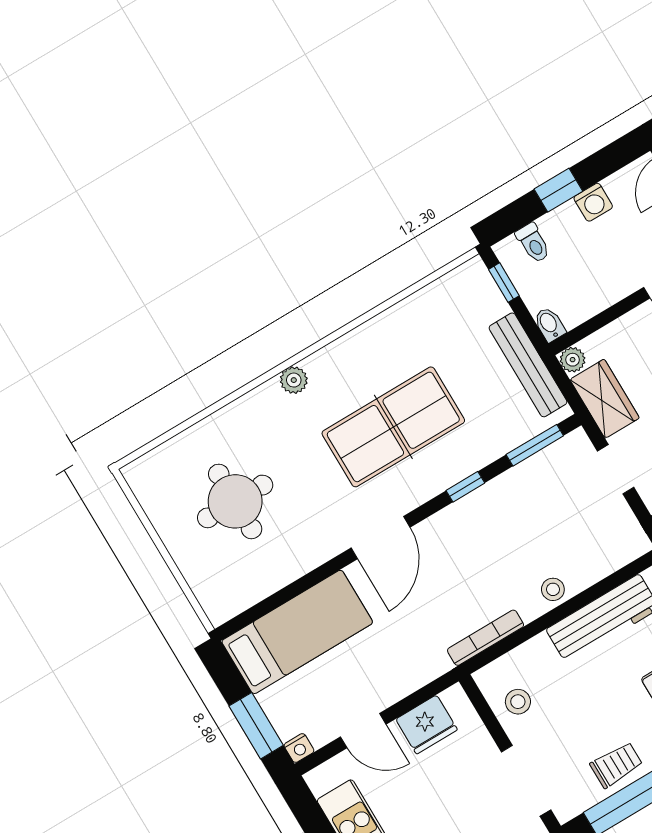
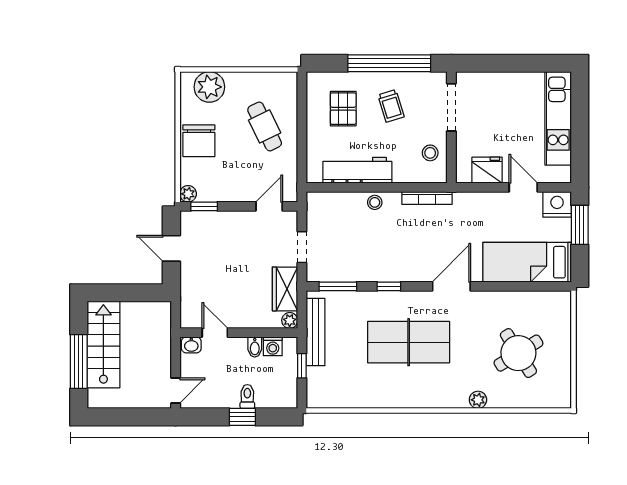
washing machine: (593, 202) -> (273, 346), moved, turned 180
toilet: (533, 243) -> (247, 396), moved
window: (504, 283) -> (302, 366), moved
bidet: (549, 324) -> (255, 347), moved
plant: (294, 380) -> (478, 400), moved
round table: (235, 501) -> (518, 353), turned -32
nightstand: (299, 748) -> (557, 204), width x1.89, depth x1.79
trolley: (616, 765) -> (391, 106), moved, turned -107

